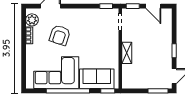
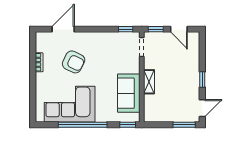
plant: (32, 20) -> (42, 45), removed
armchair: (60, 35) -> (74, 62), turned -82
sofa: (97, 79) -> (129, 93), moved, turned -90

